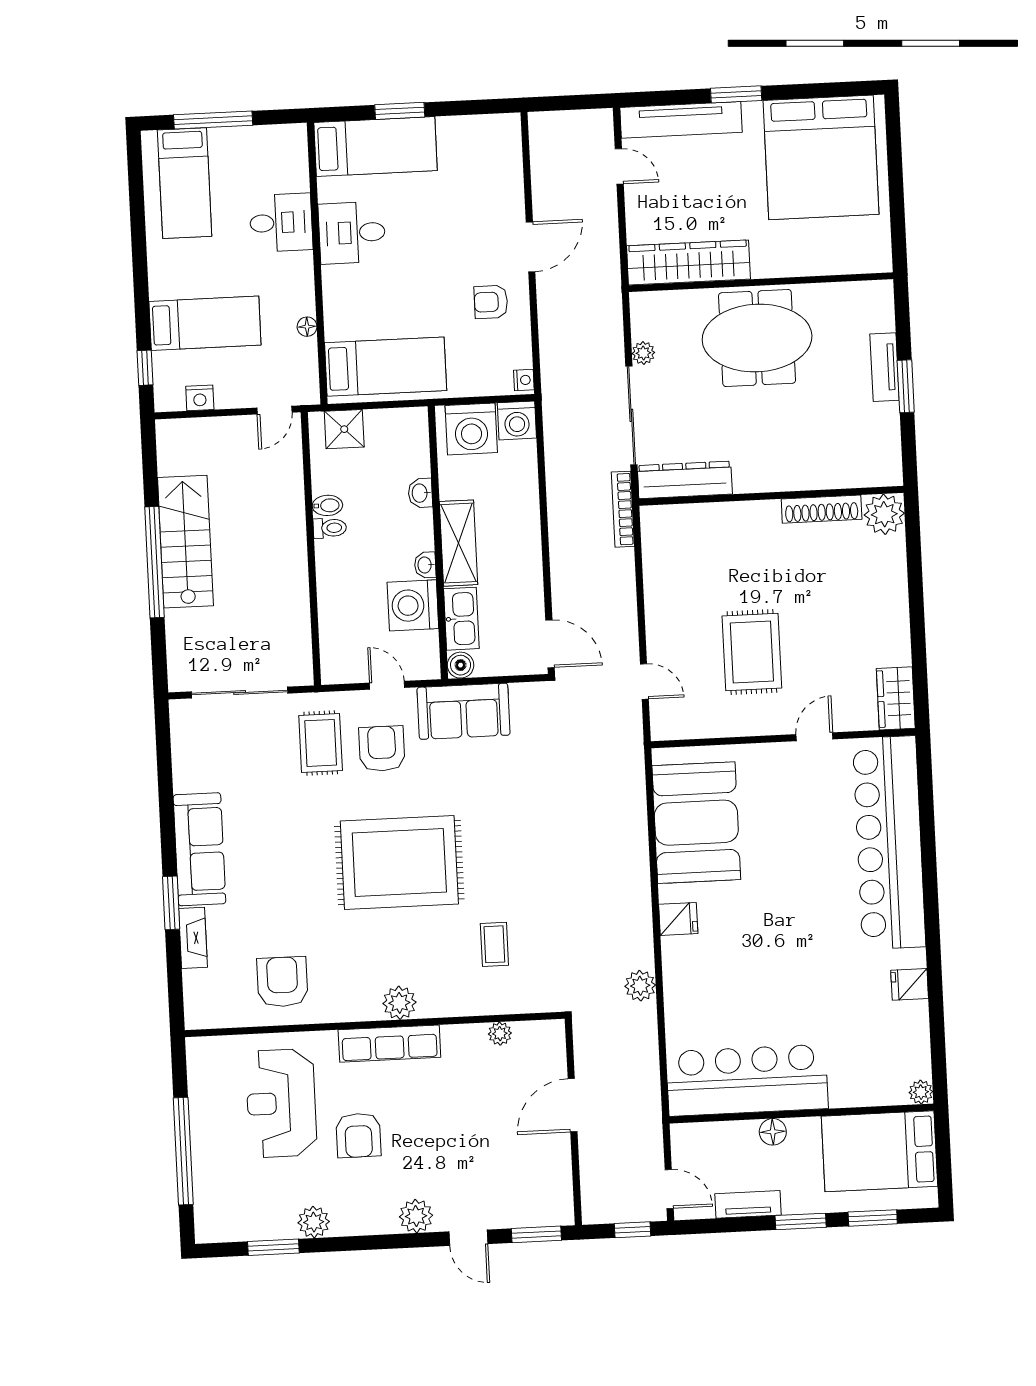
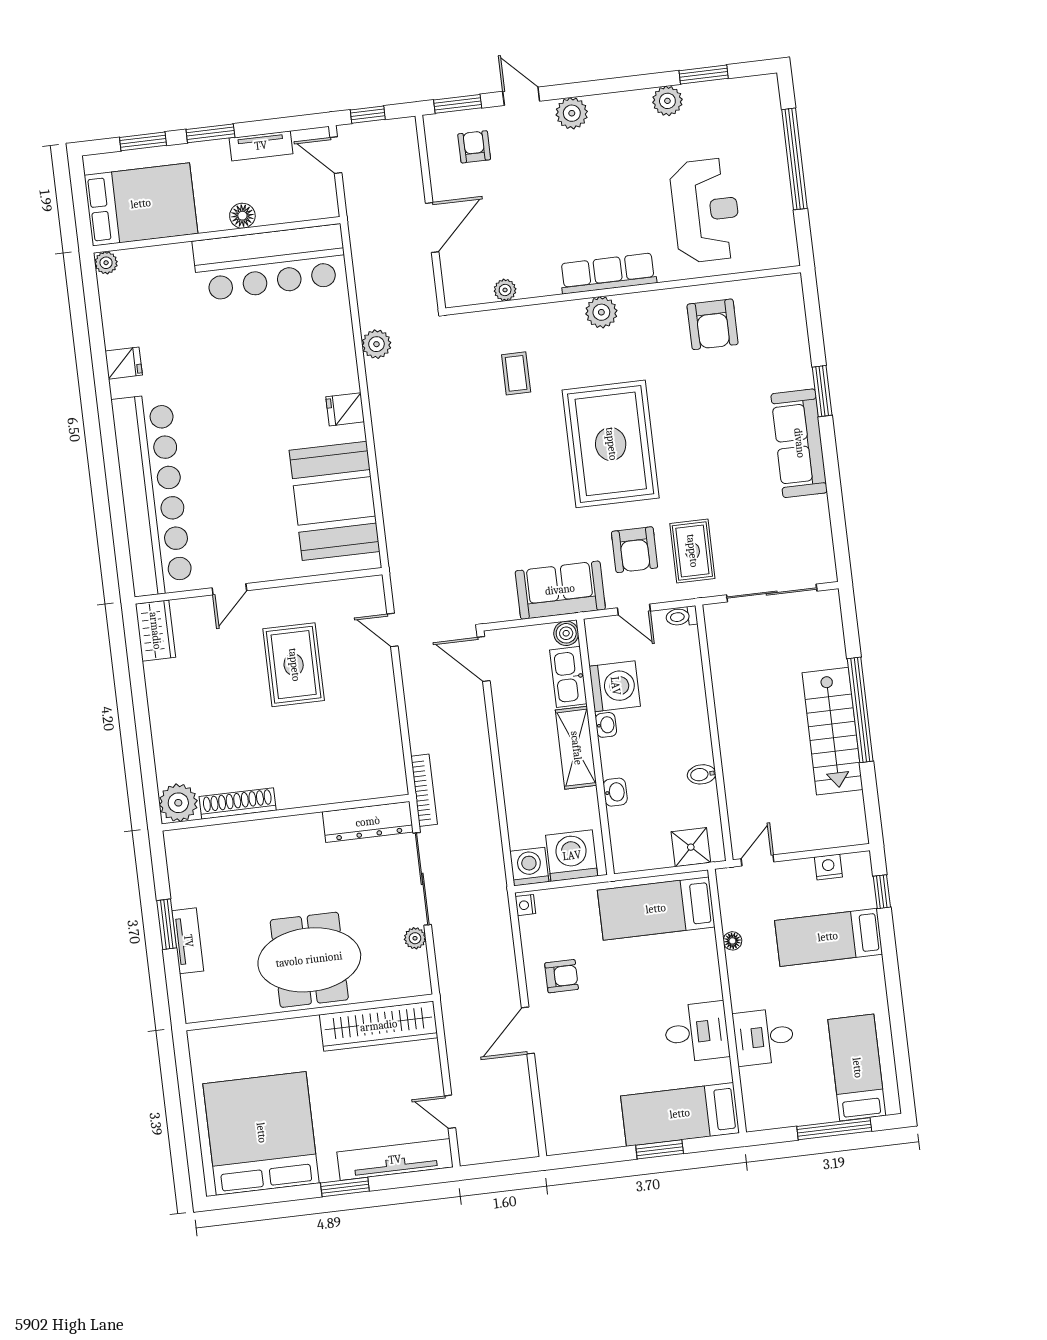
toilet: (330, 528) -> (682, 617), moved
rug: (399, 862) -> (611, 444), turned 90
fireplace: (193, 938) -> (799, 360), removed
armchair: (358, 1135) -> (474, 147), moved, width x0.72, depth x0.72

